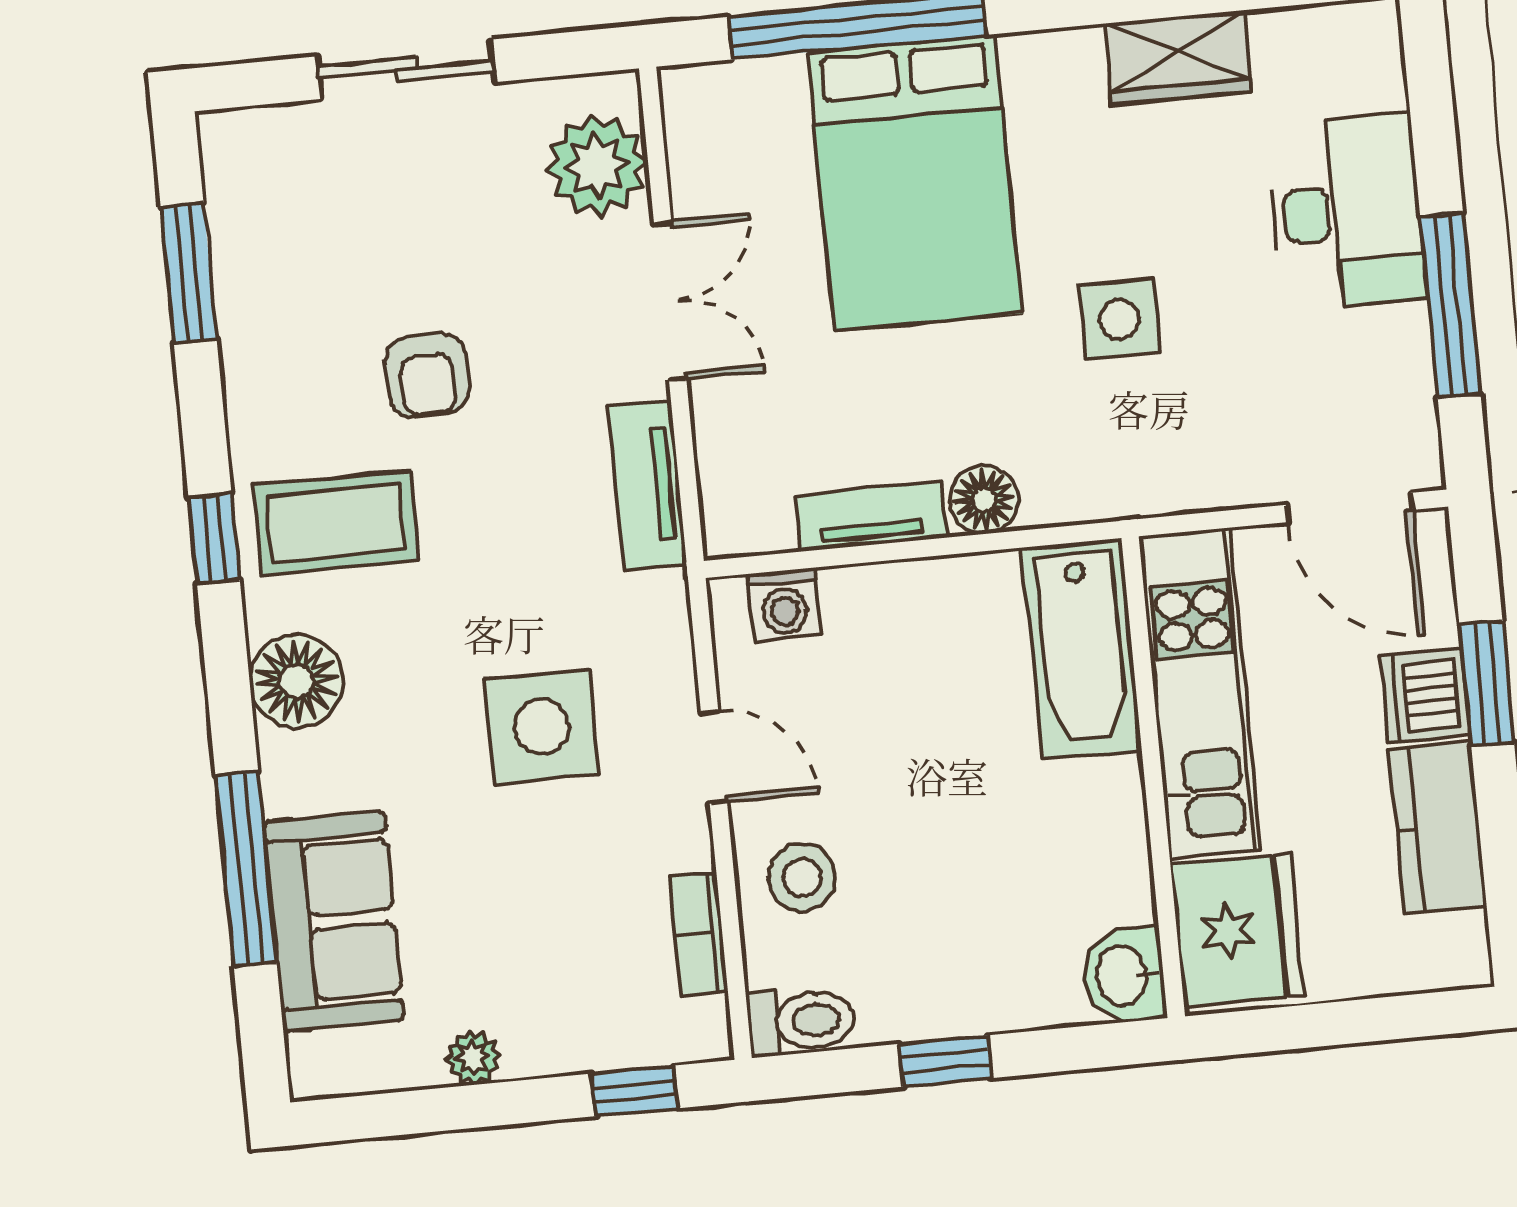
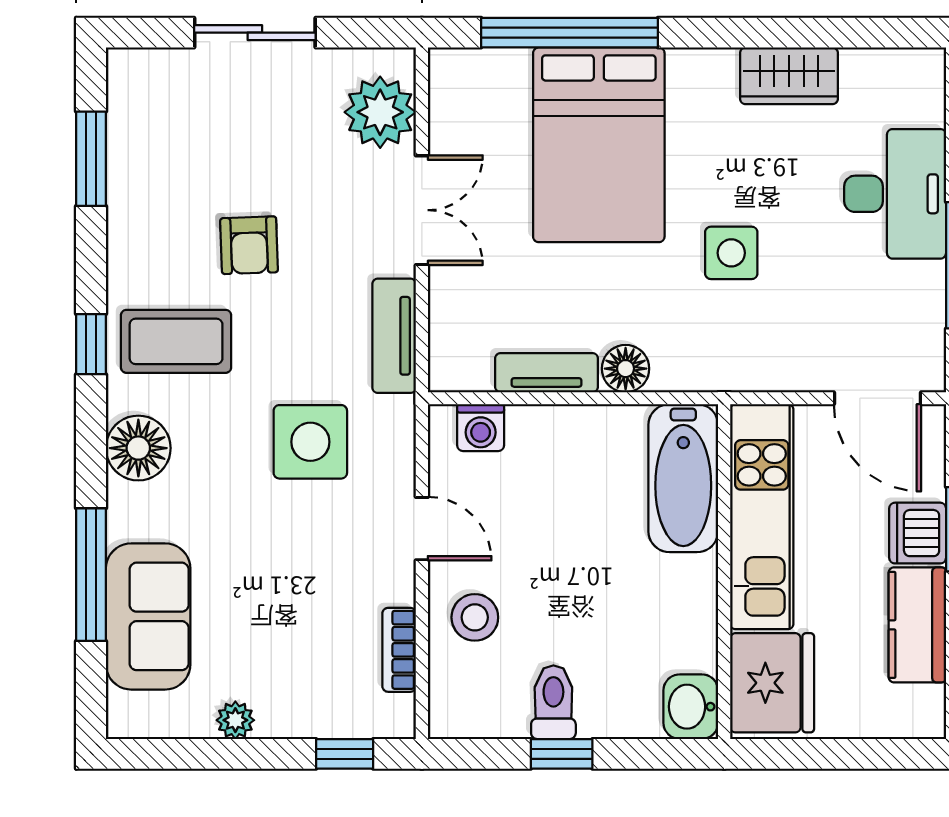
side table: (542, 727) -> (310, 442), moved
toilet: (801, 1021) -> (553, 702), moved, turned -90

